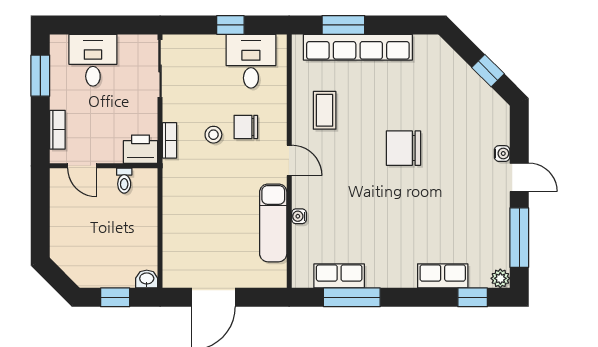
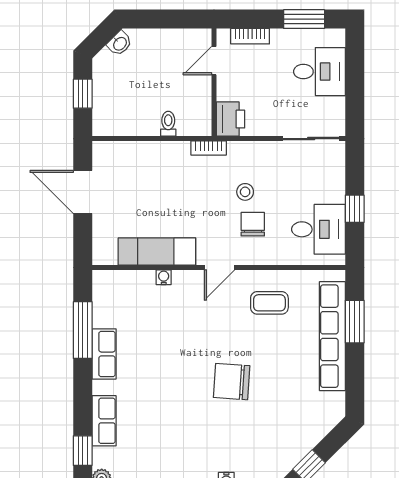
bookcase: (169, 140) -> (209, 148), moved
chair: (403, 148) -> (232, 382), turned -86
toilet: (124, 181) -> (168, 124), moved, turned 90
row of seats: (339, 276) -> (104, 354), moved
washbasin: (147, 279) -> (120, 43), moved, turned 45

